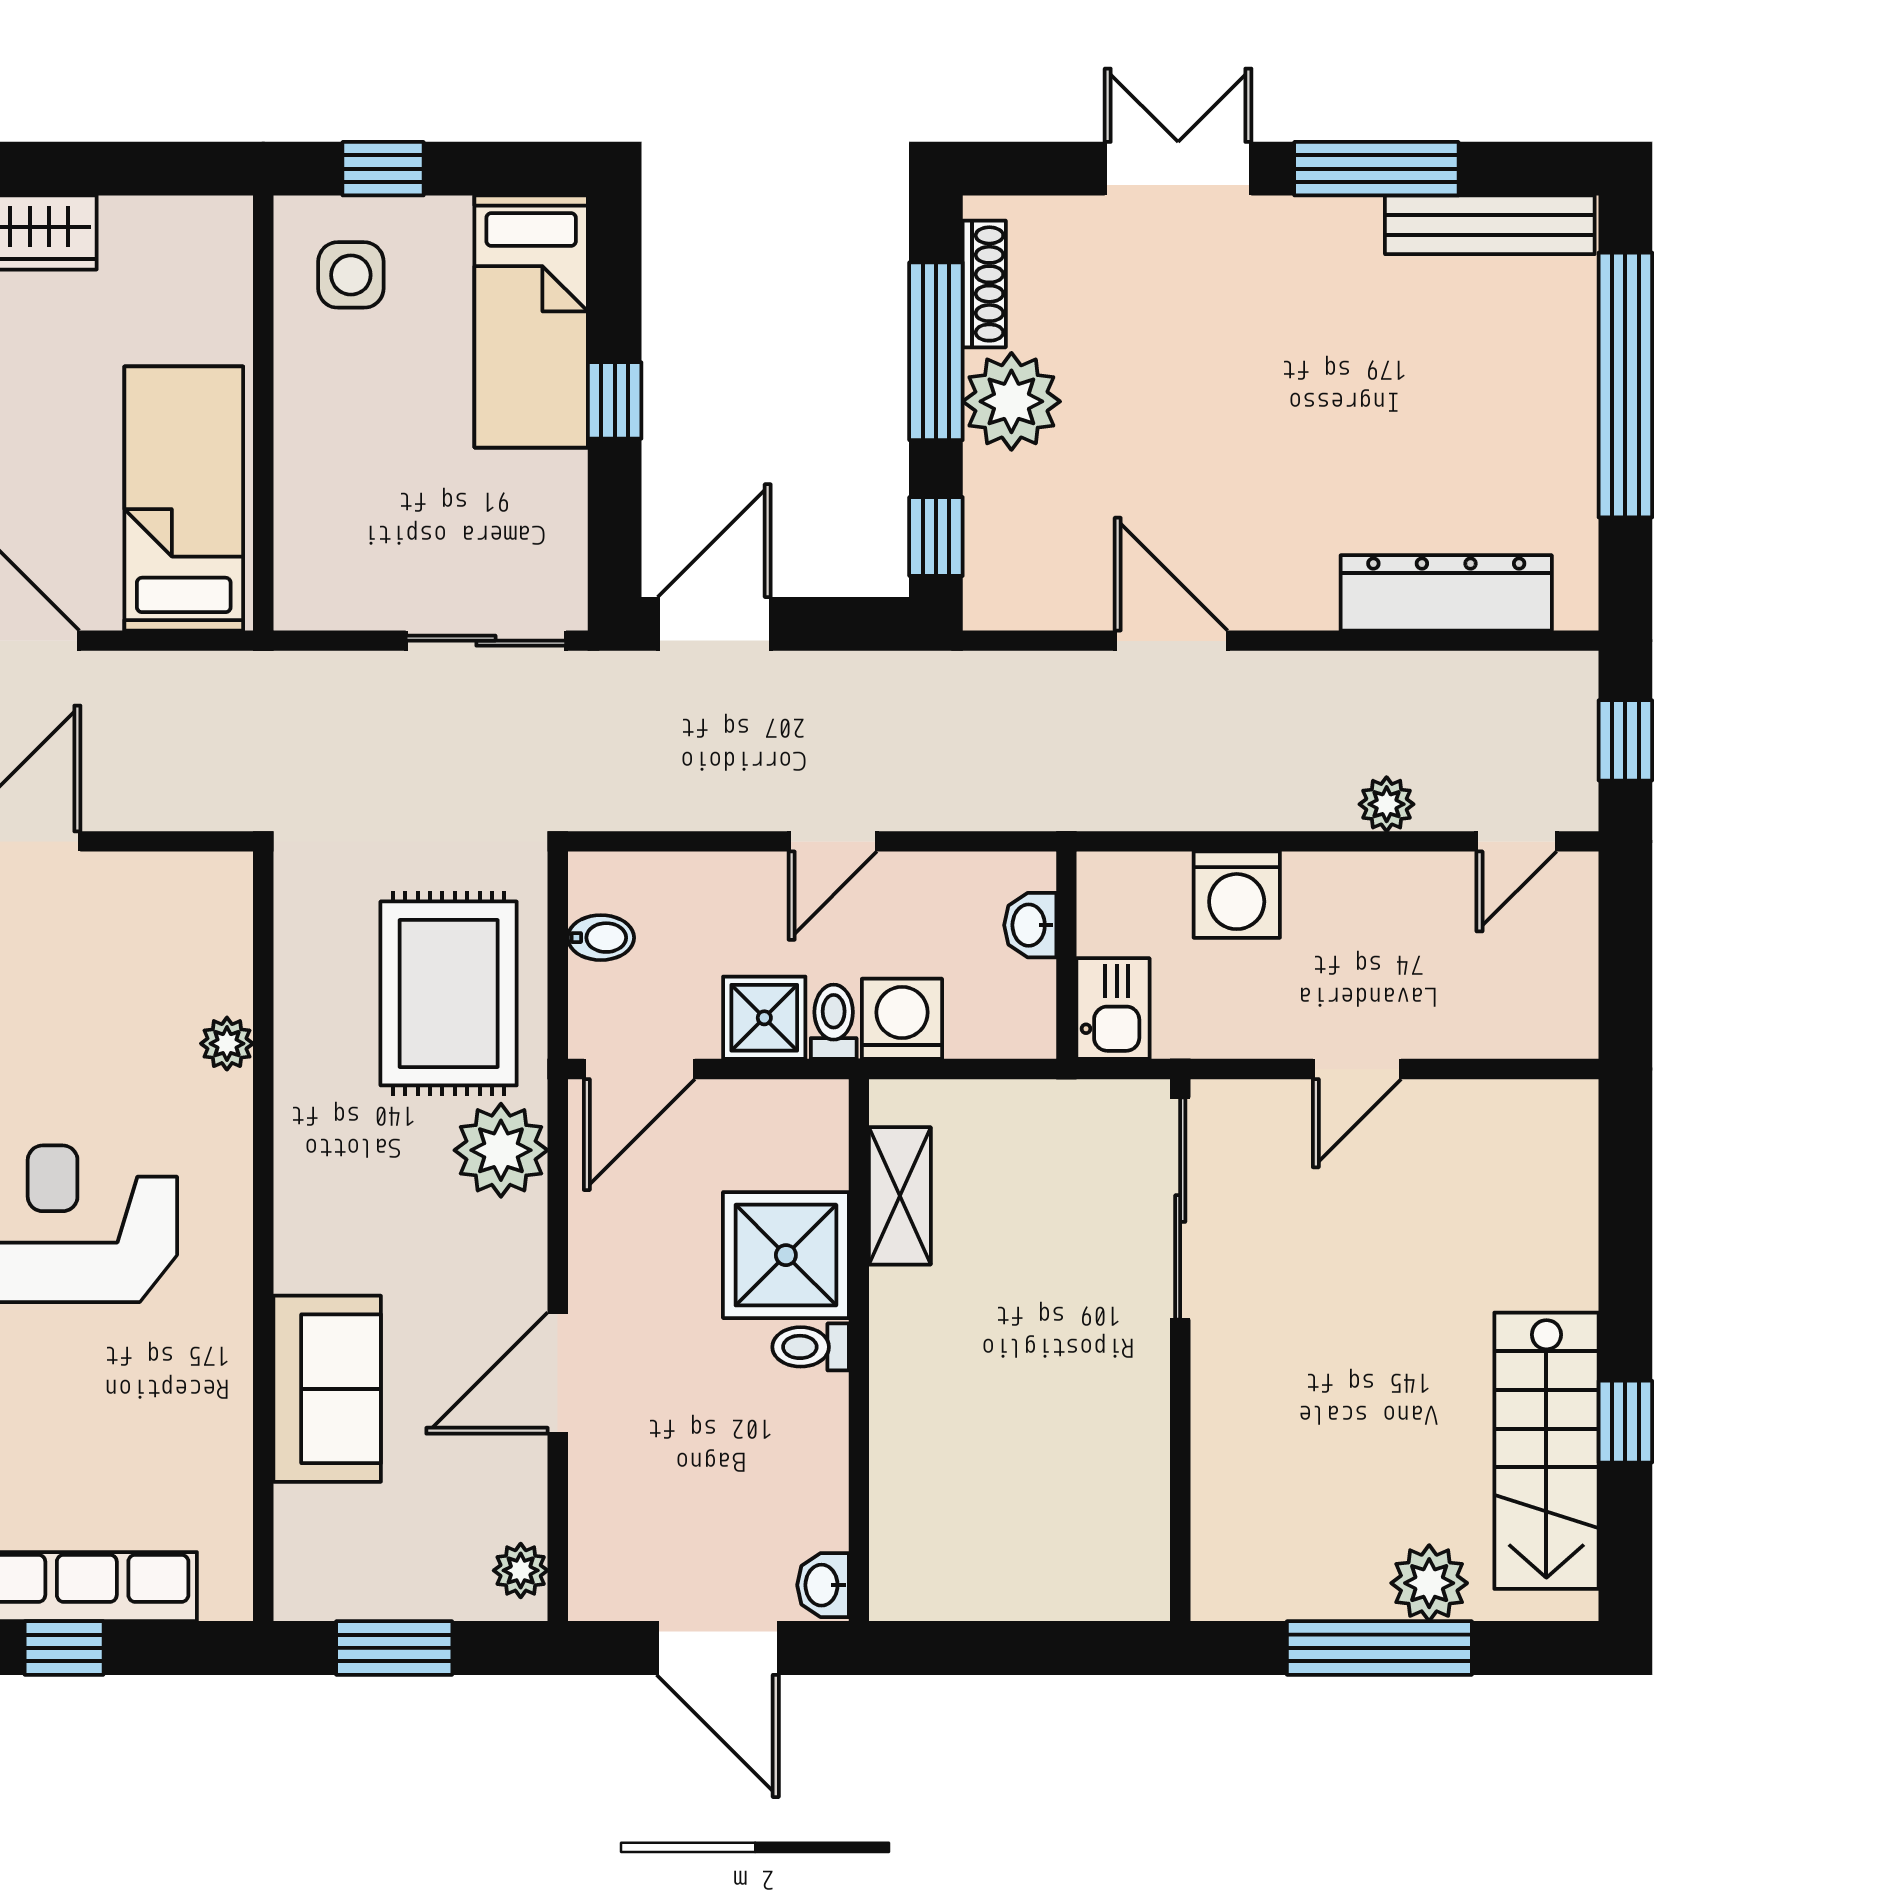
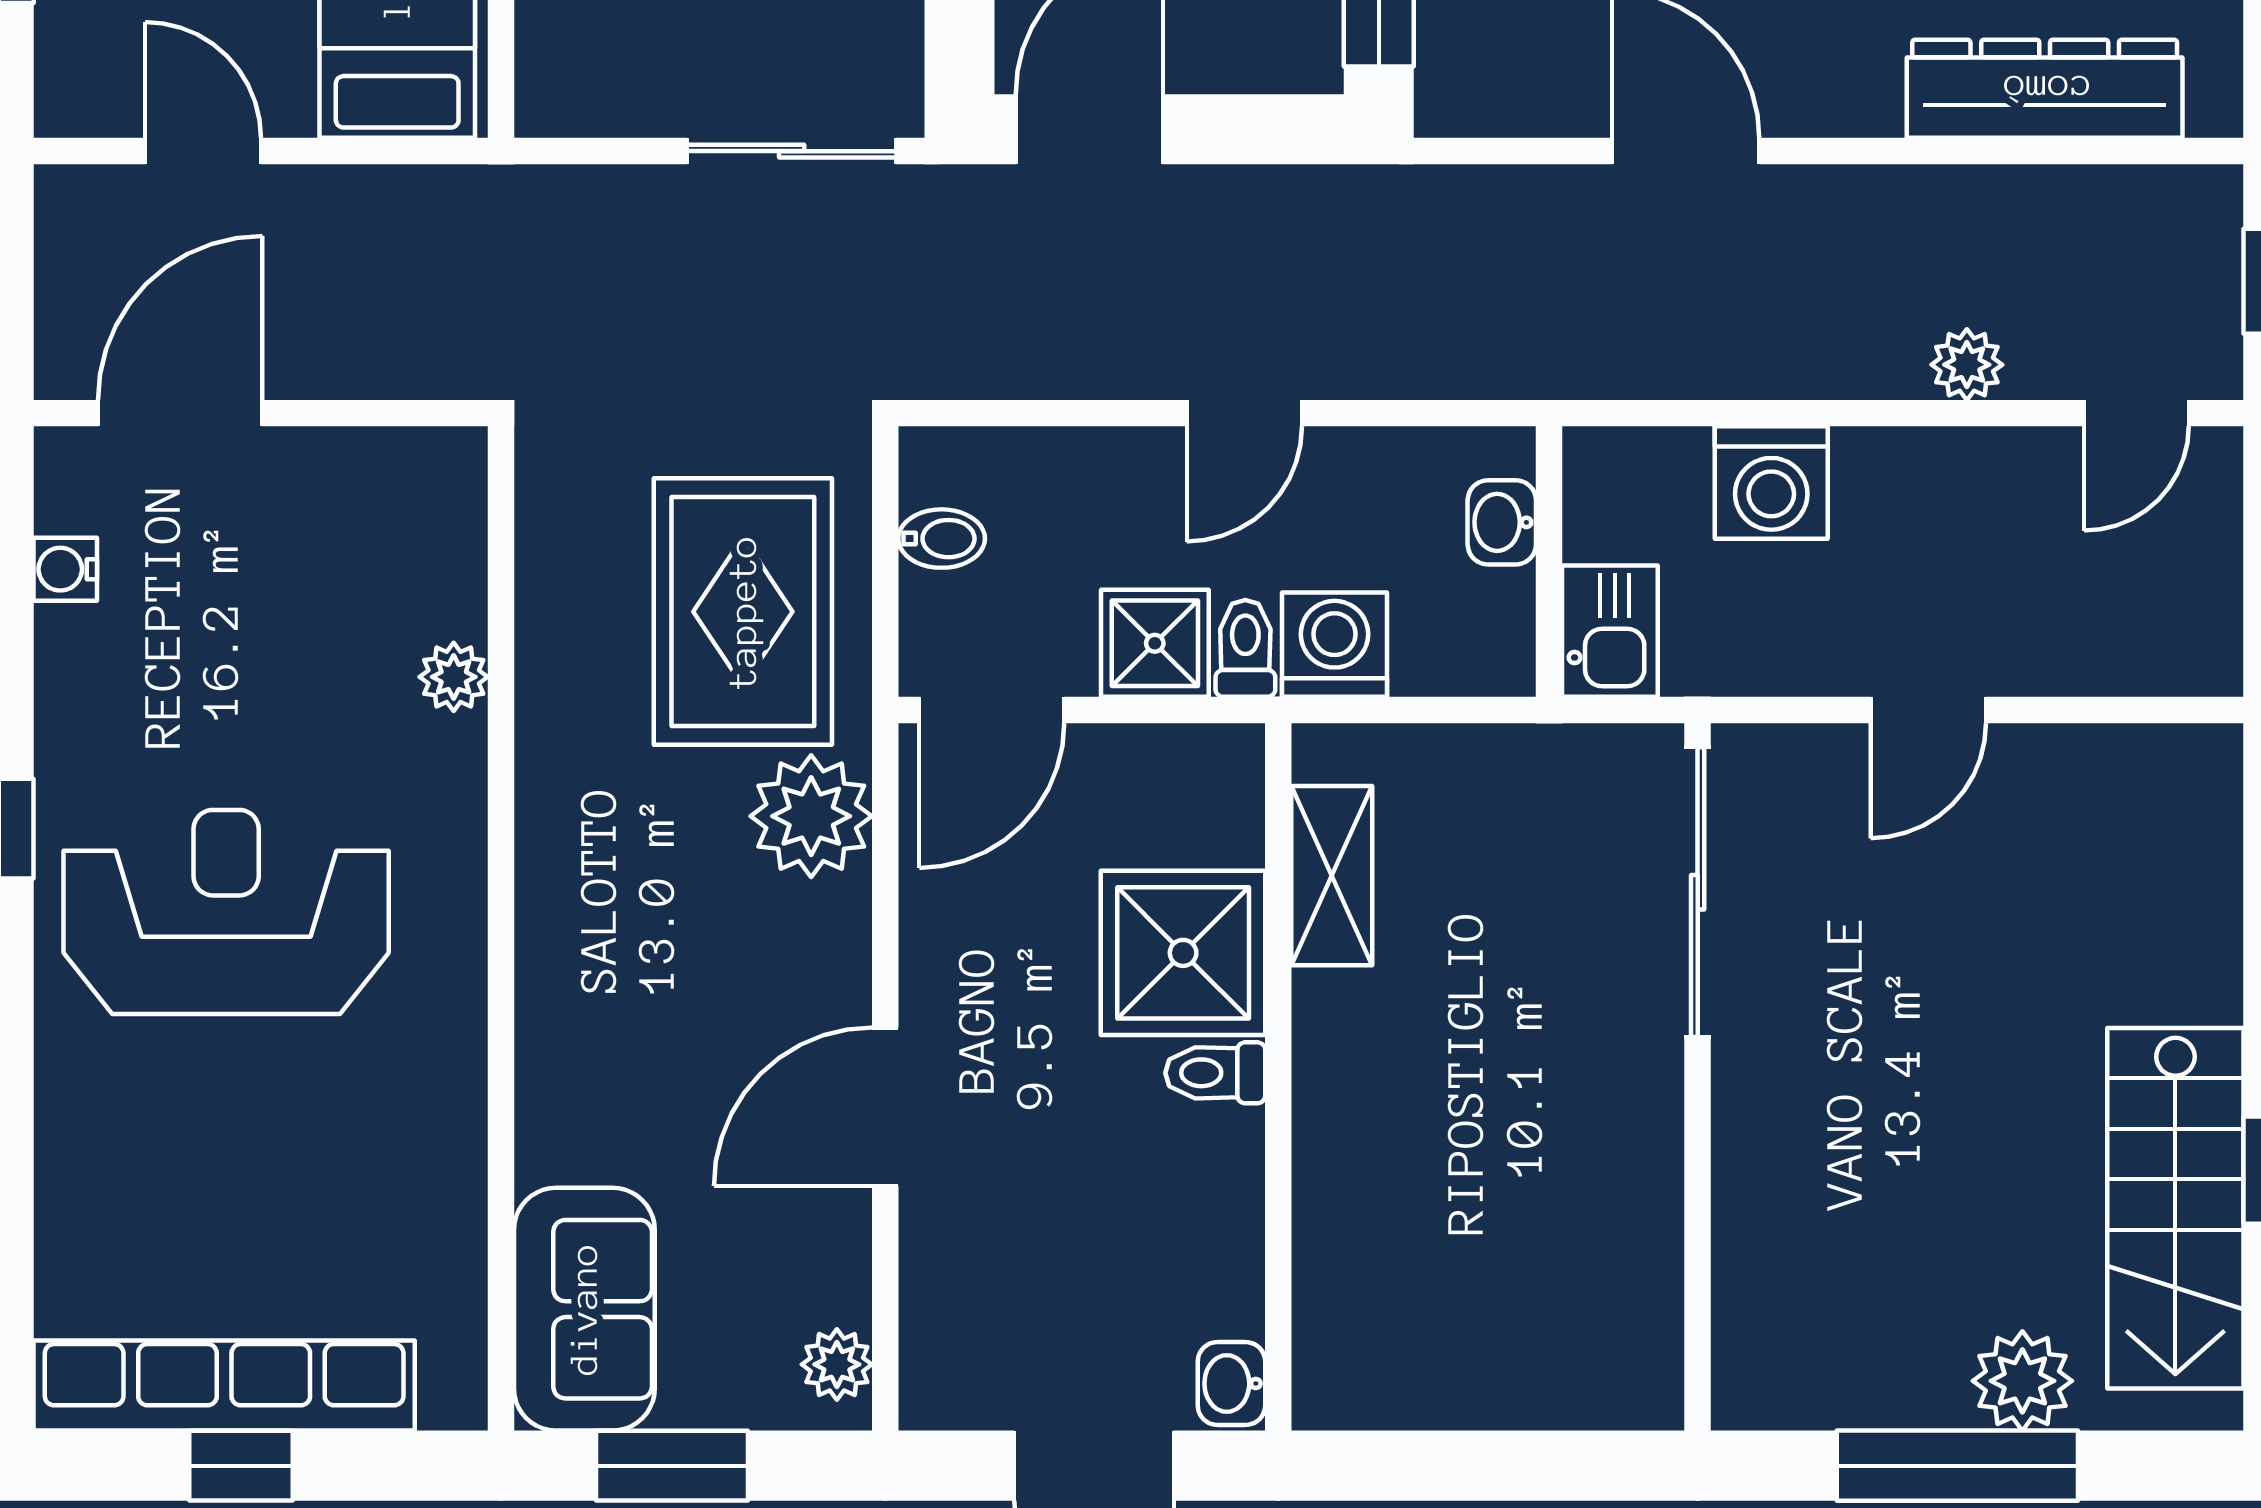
sofa: (327, 1389) -> (584, 1309), moved

